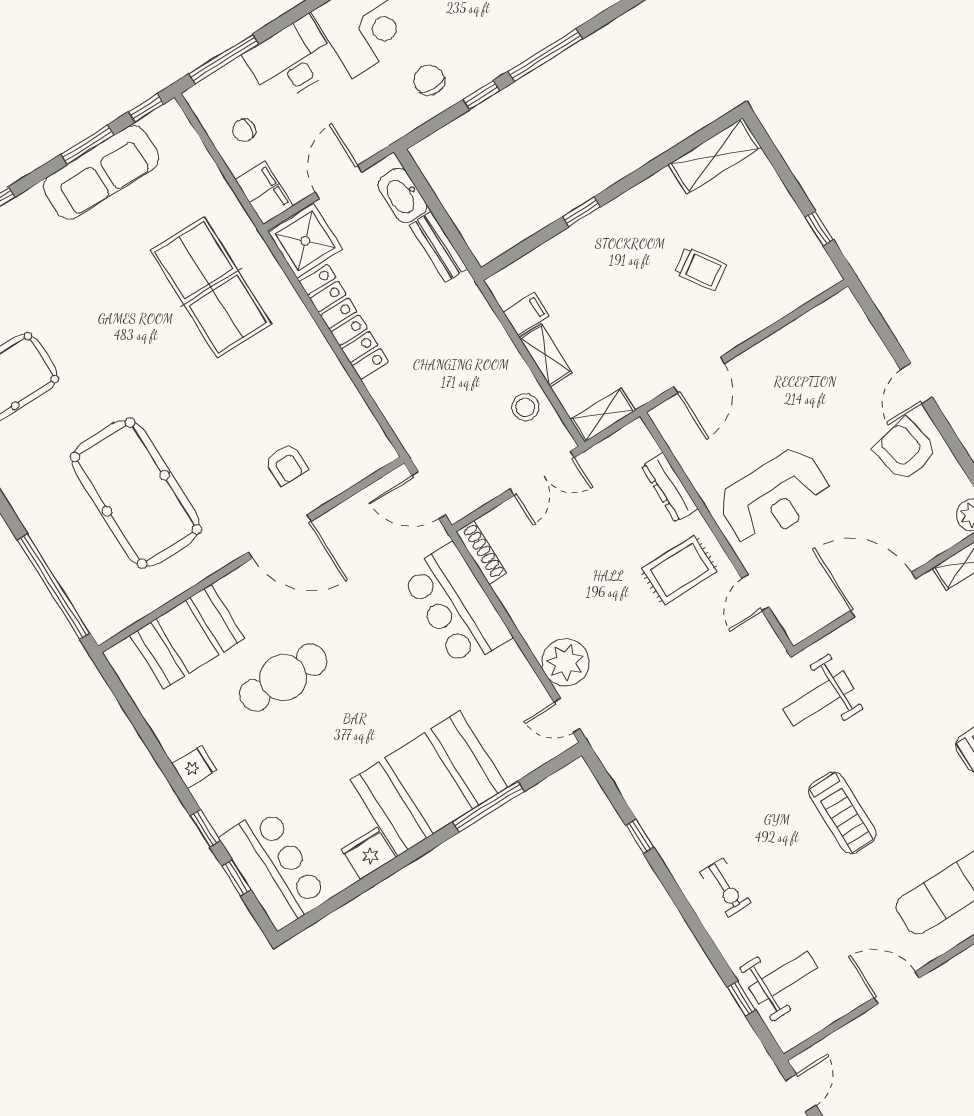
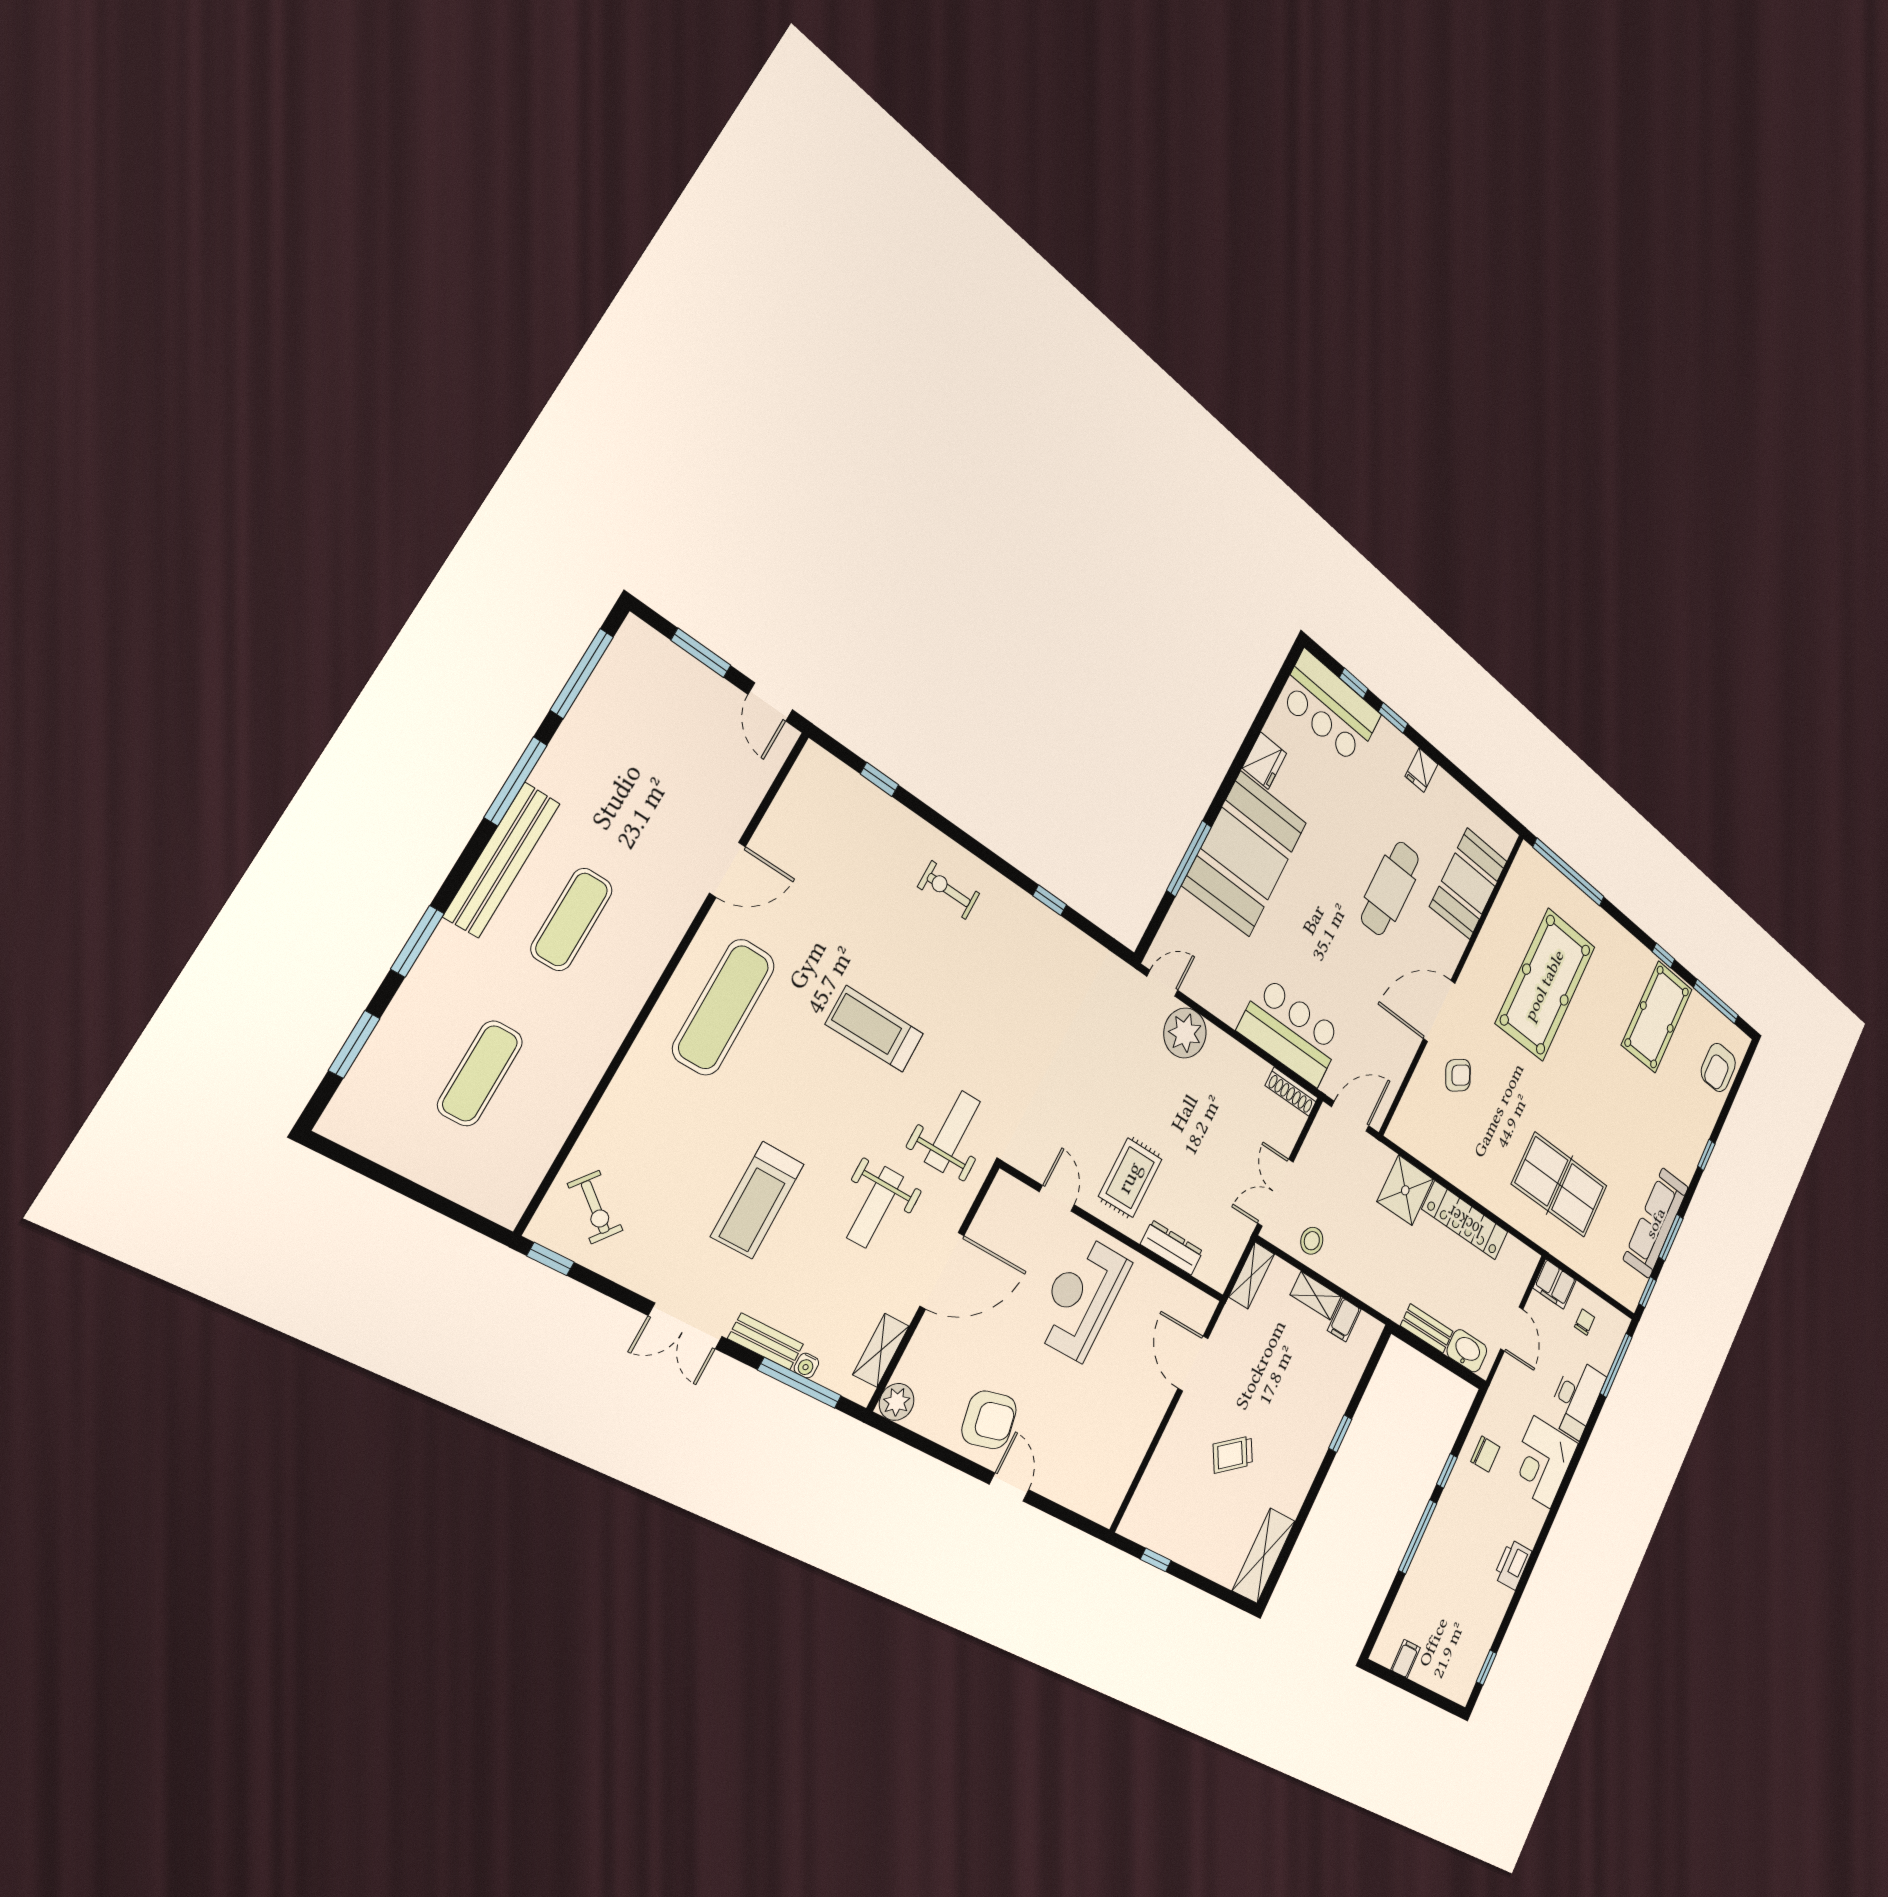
shower: (305, 241) -> (1405, 1190), moved
armchair: (286, 464) -> (1458, 1075), turned 149
pool table: (136, 493) -> (1545, 985), turned 90
weight bench: (783, 978) -> (875, 1207), moved

